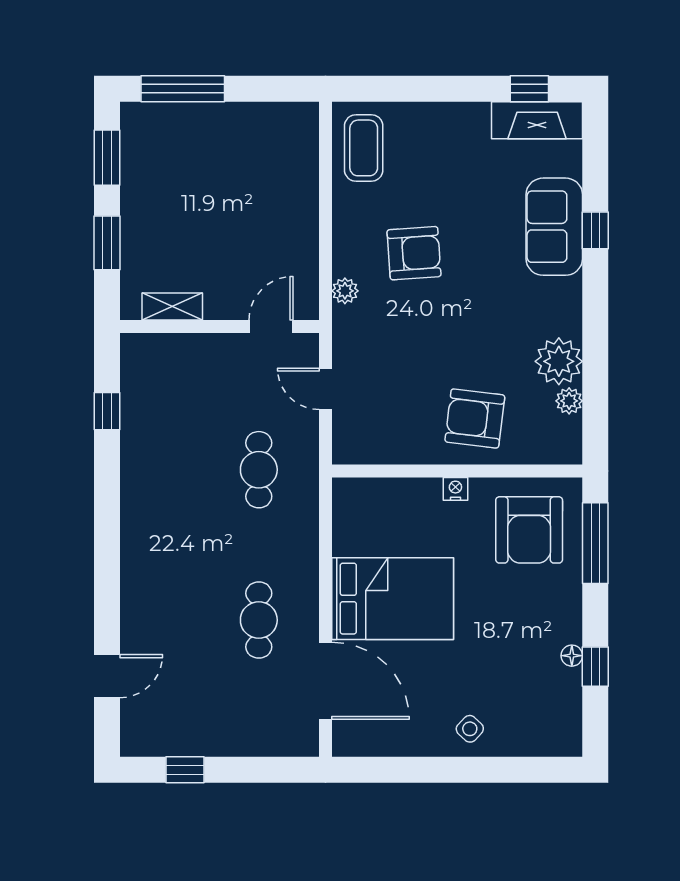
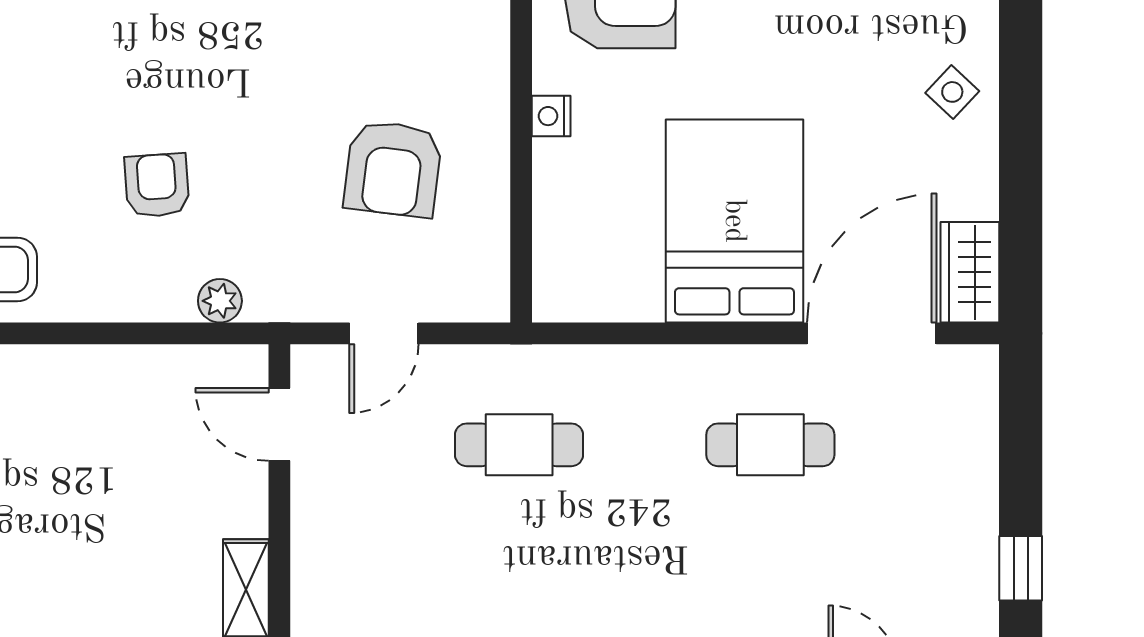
armchair: (414, 253) -> (157, 185), width x0.72, depth x0.72
armchair: (475, 418) -> (393, 169), moved
wardrobe: (362, 739) -> (970, 272), added

